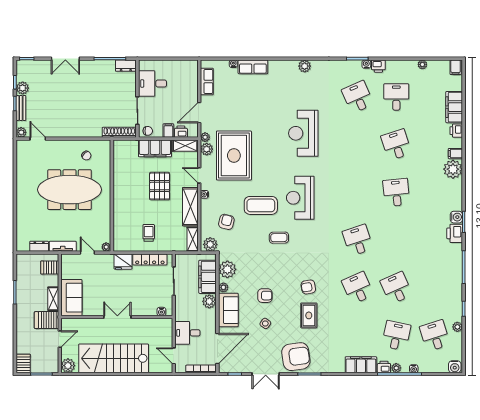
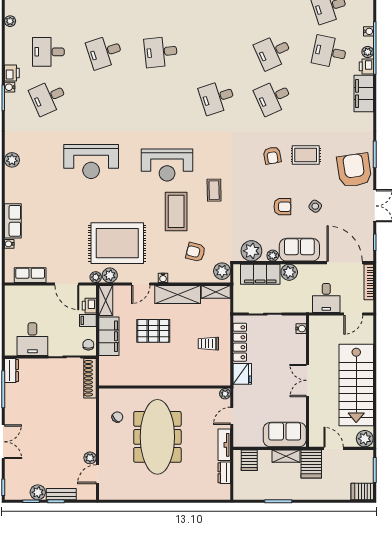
plant: (21, 132) -> (90, 458), moved
armchair: (265, 296) -> (282, 207), turned 90

